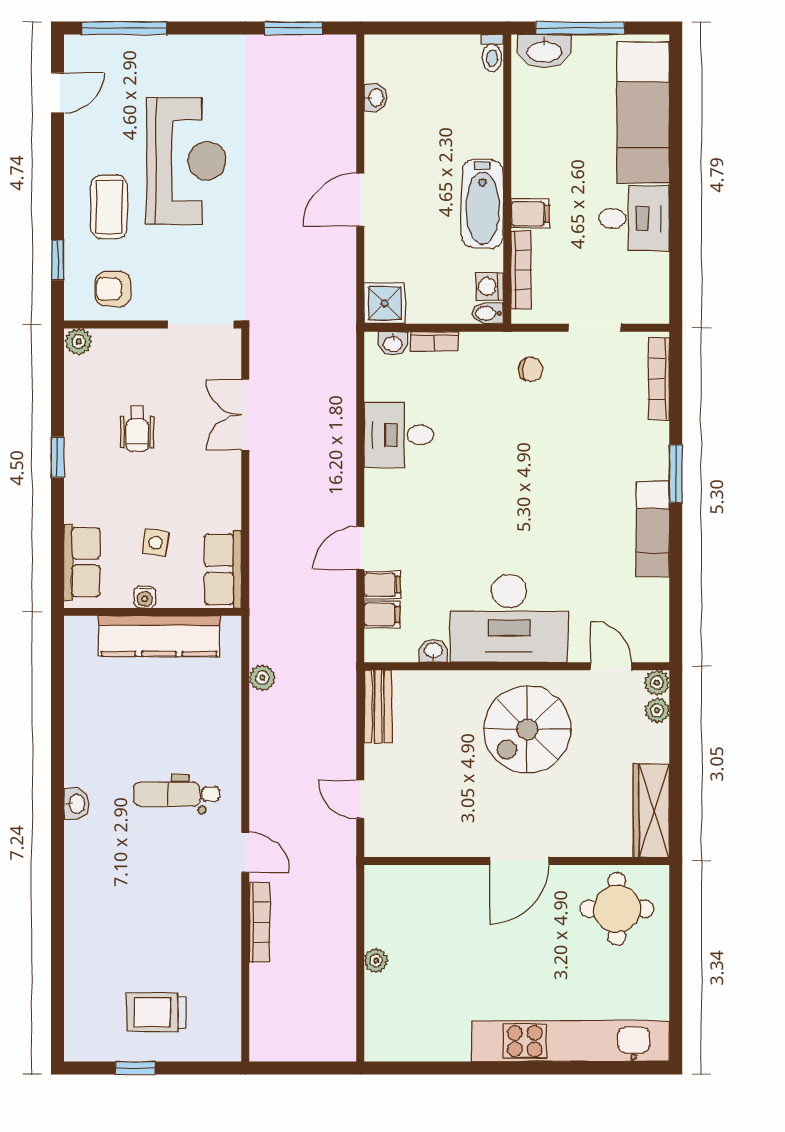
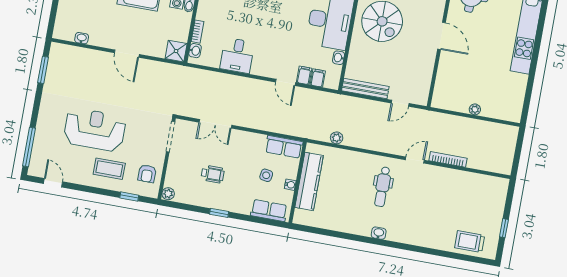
bench: (378, 706) -> (365, 89), width x1.36
trolley: (156, 1012) -> (470, 242), moved, turned 90

